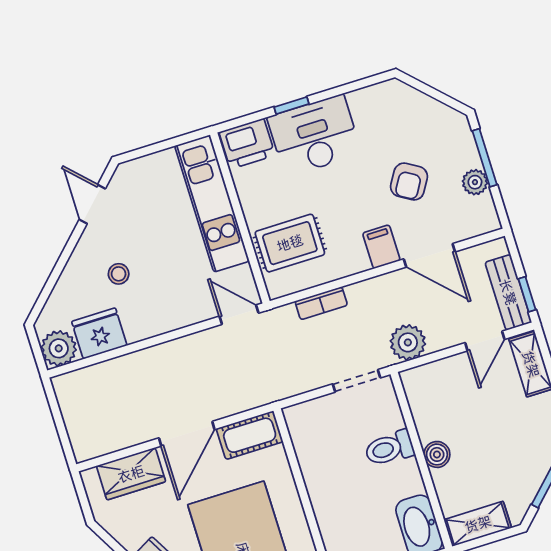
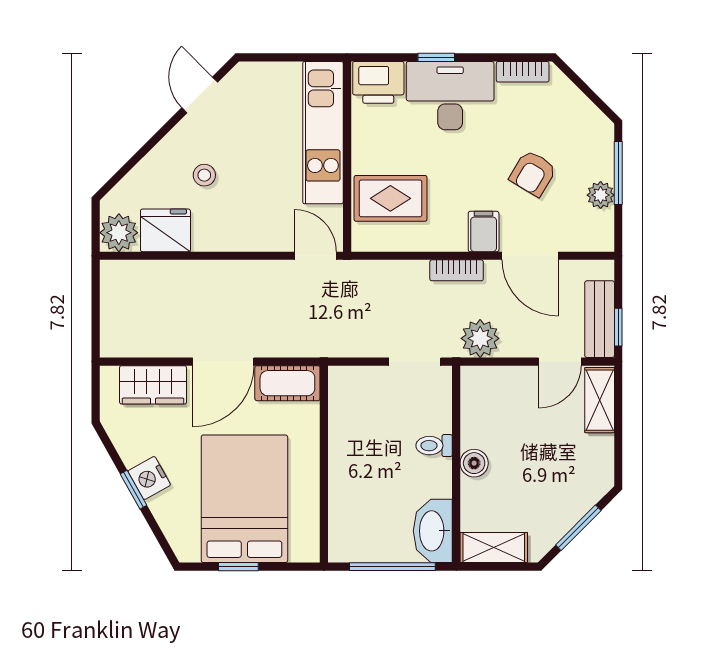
bookcase: (372, 94) -> (523, 72), added
bookcase: (321, 303) -> (457, 270), moved
toilet: (389, 448) -> (434, 446), width x0.73, depth x0.72

